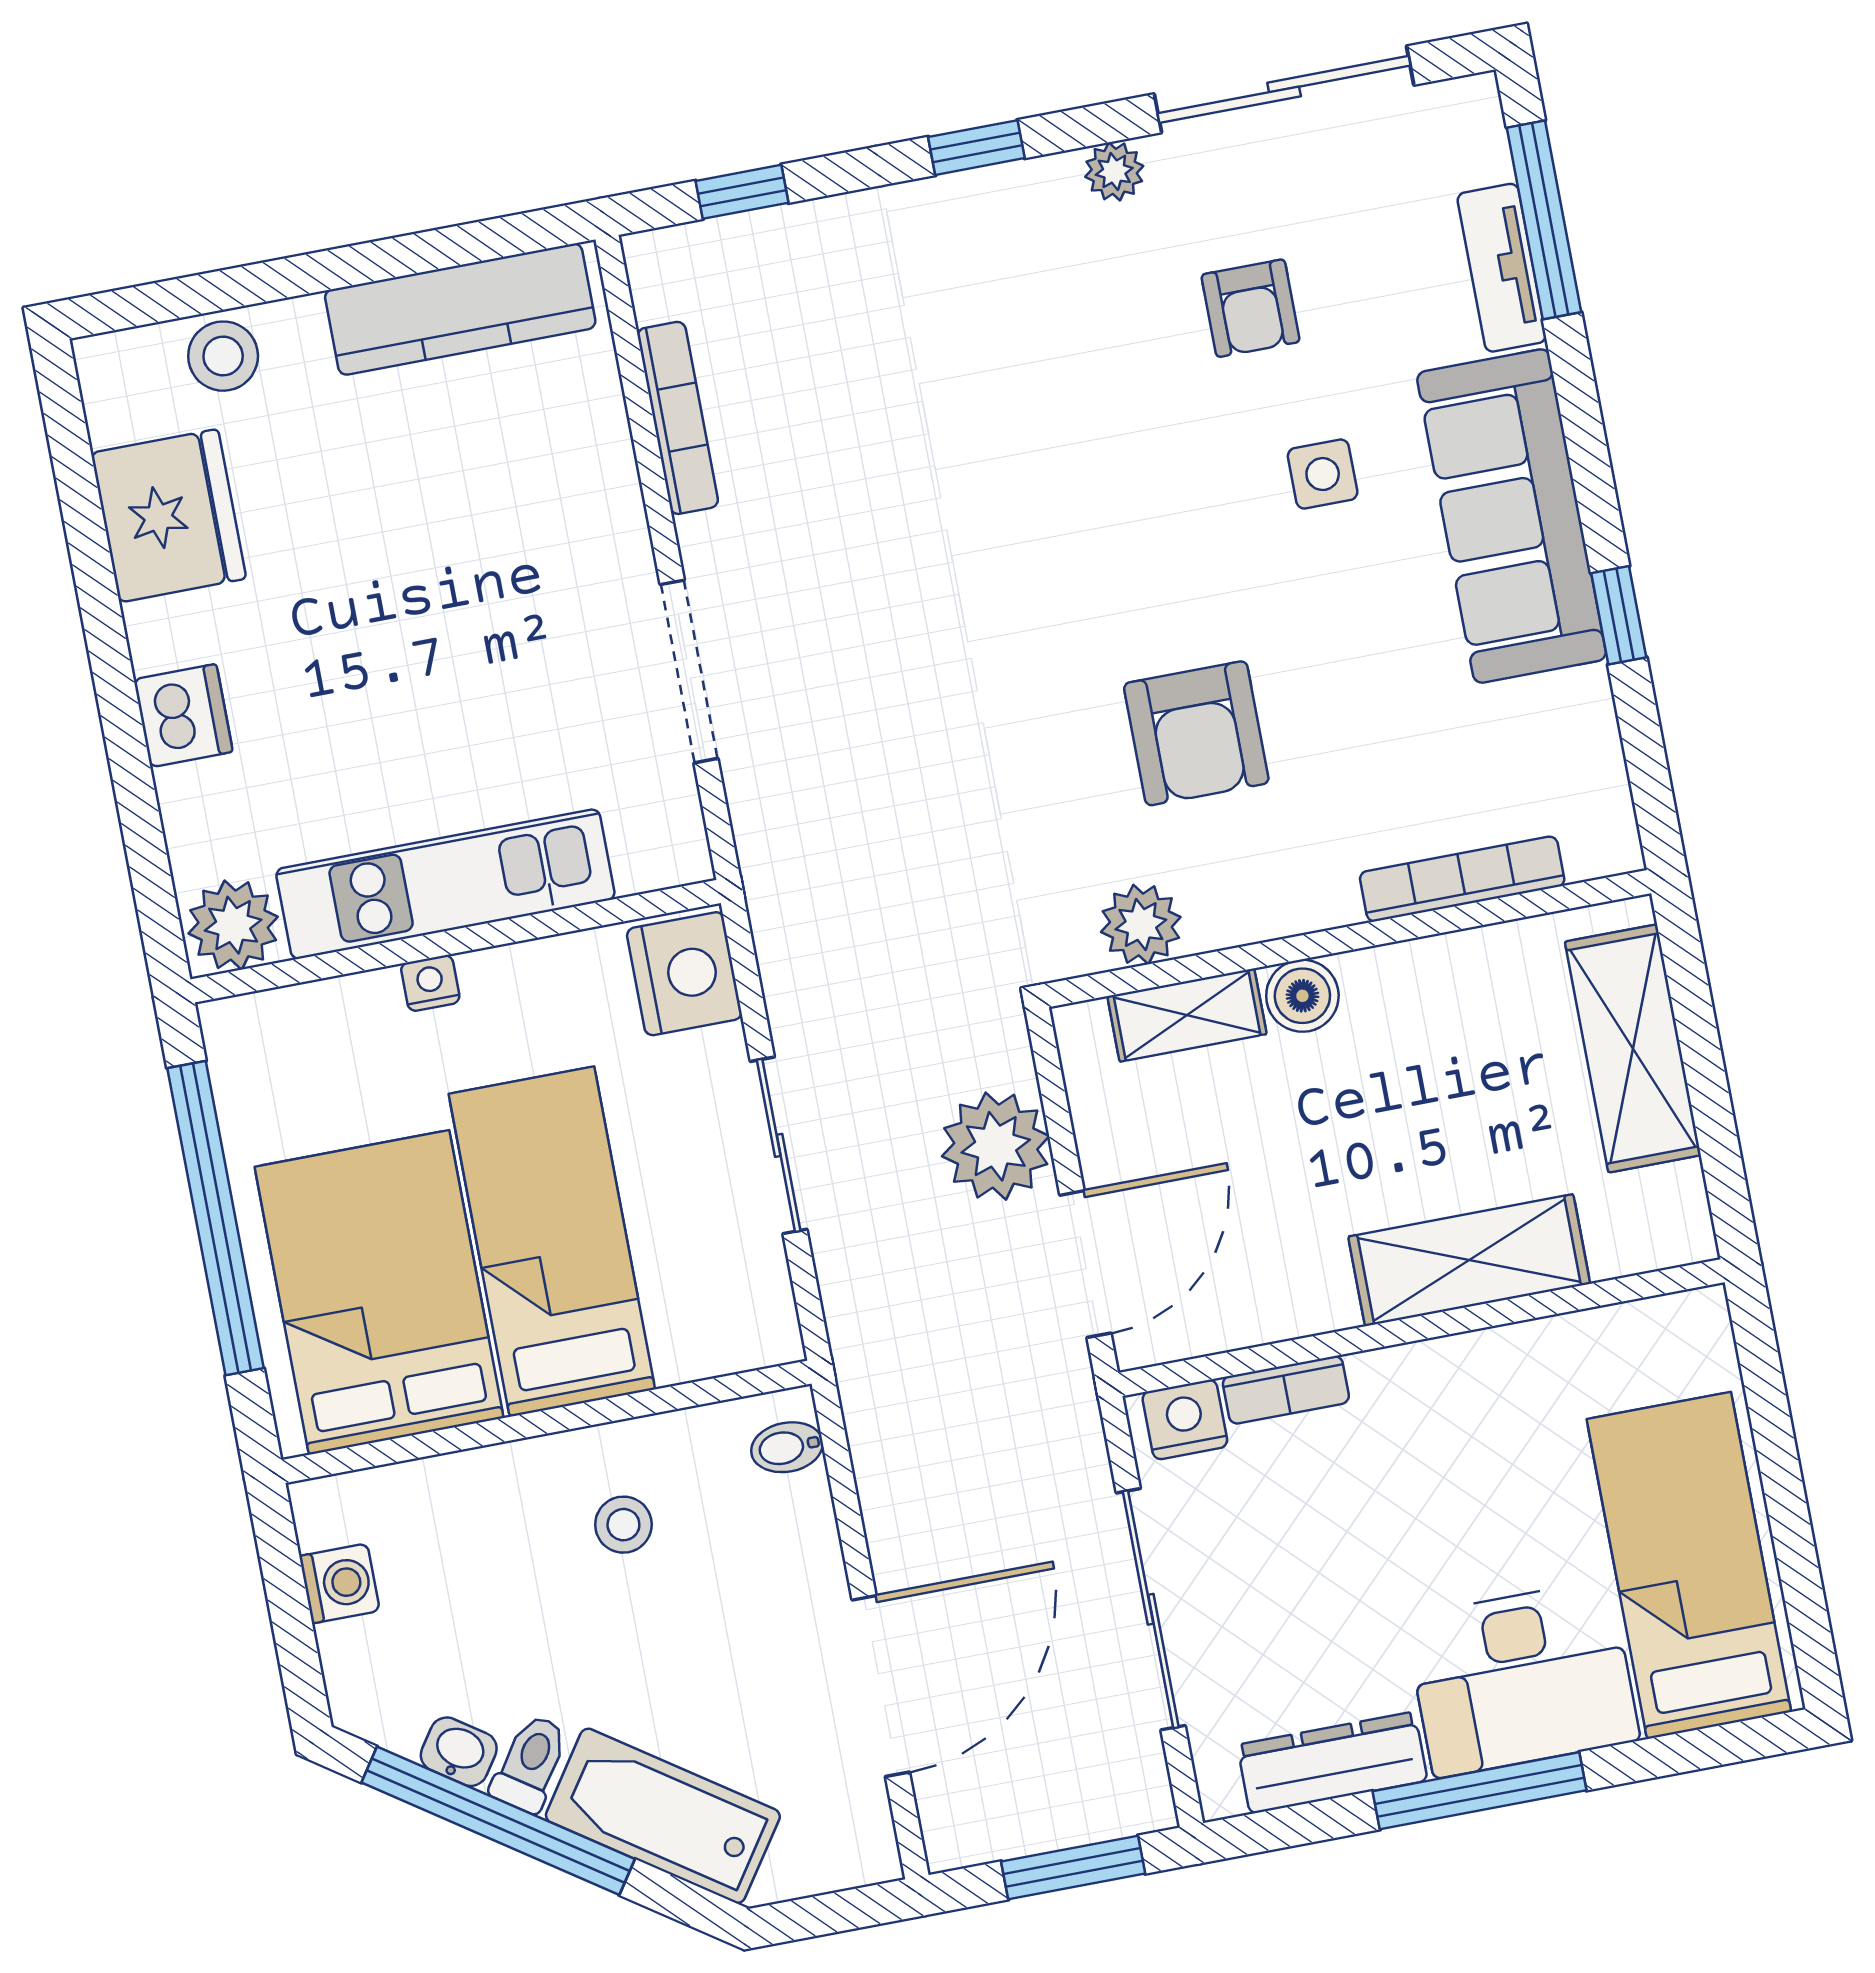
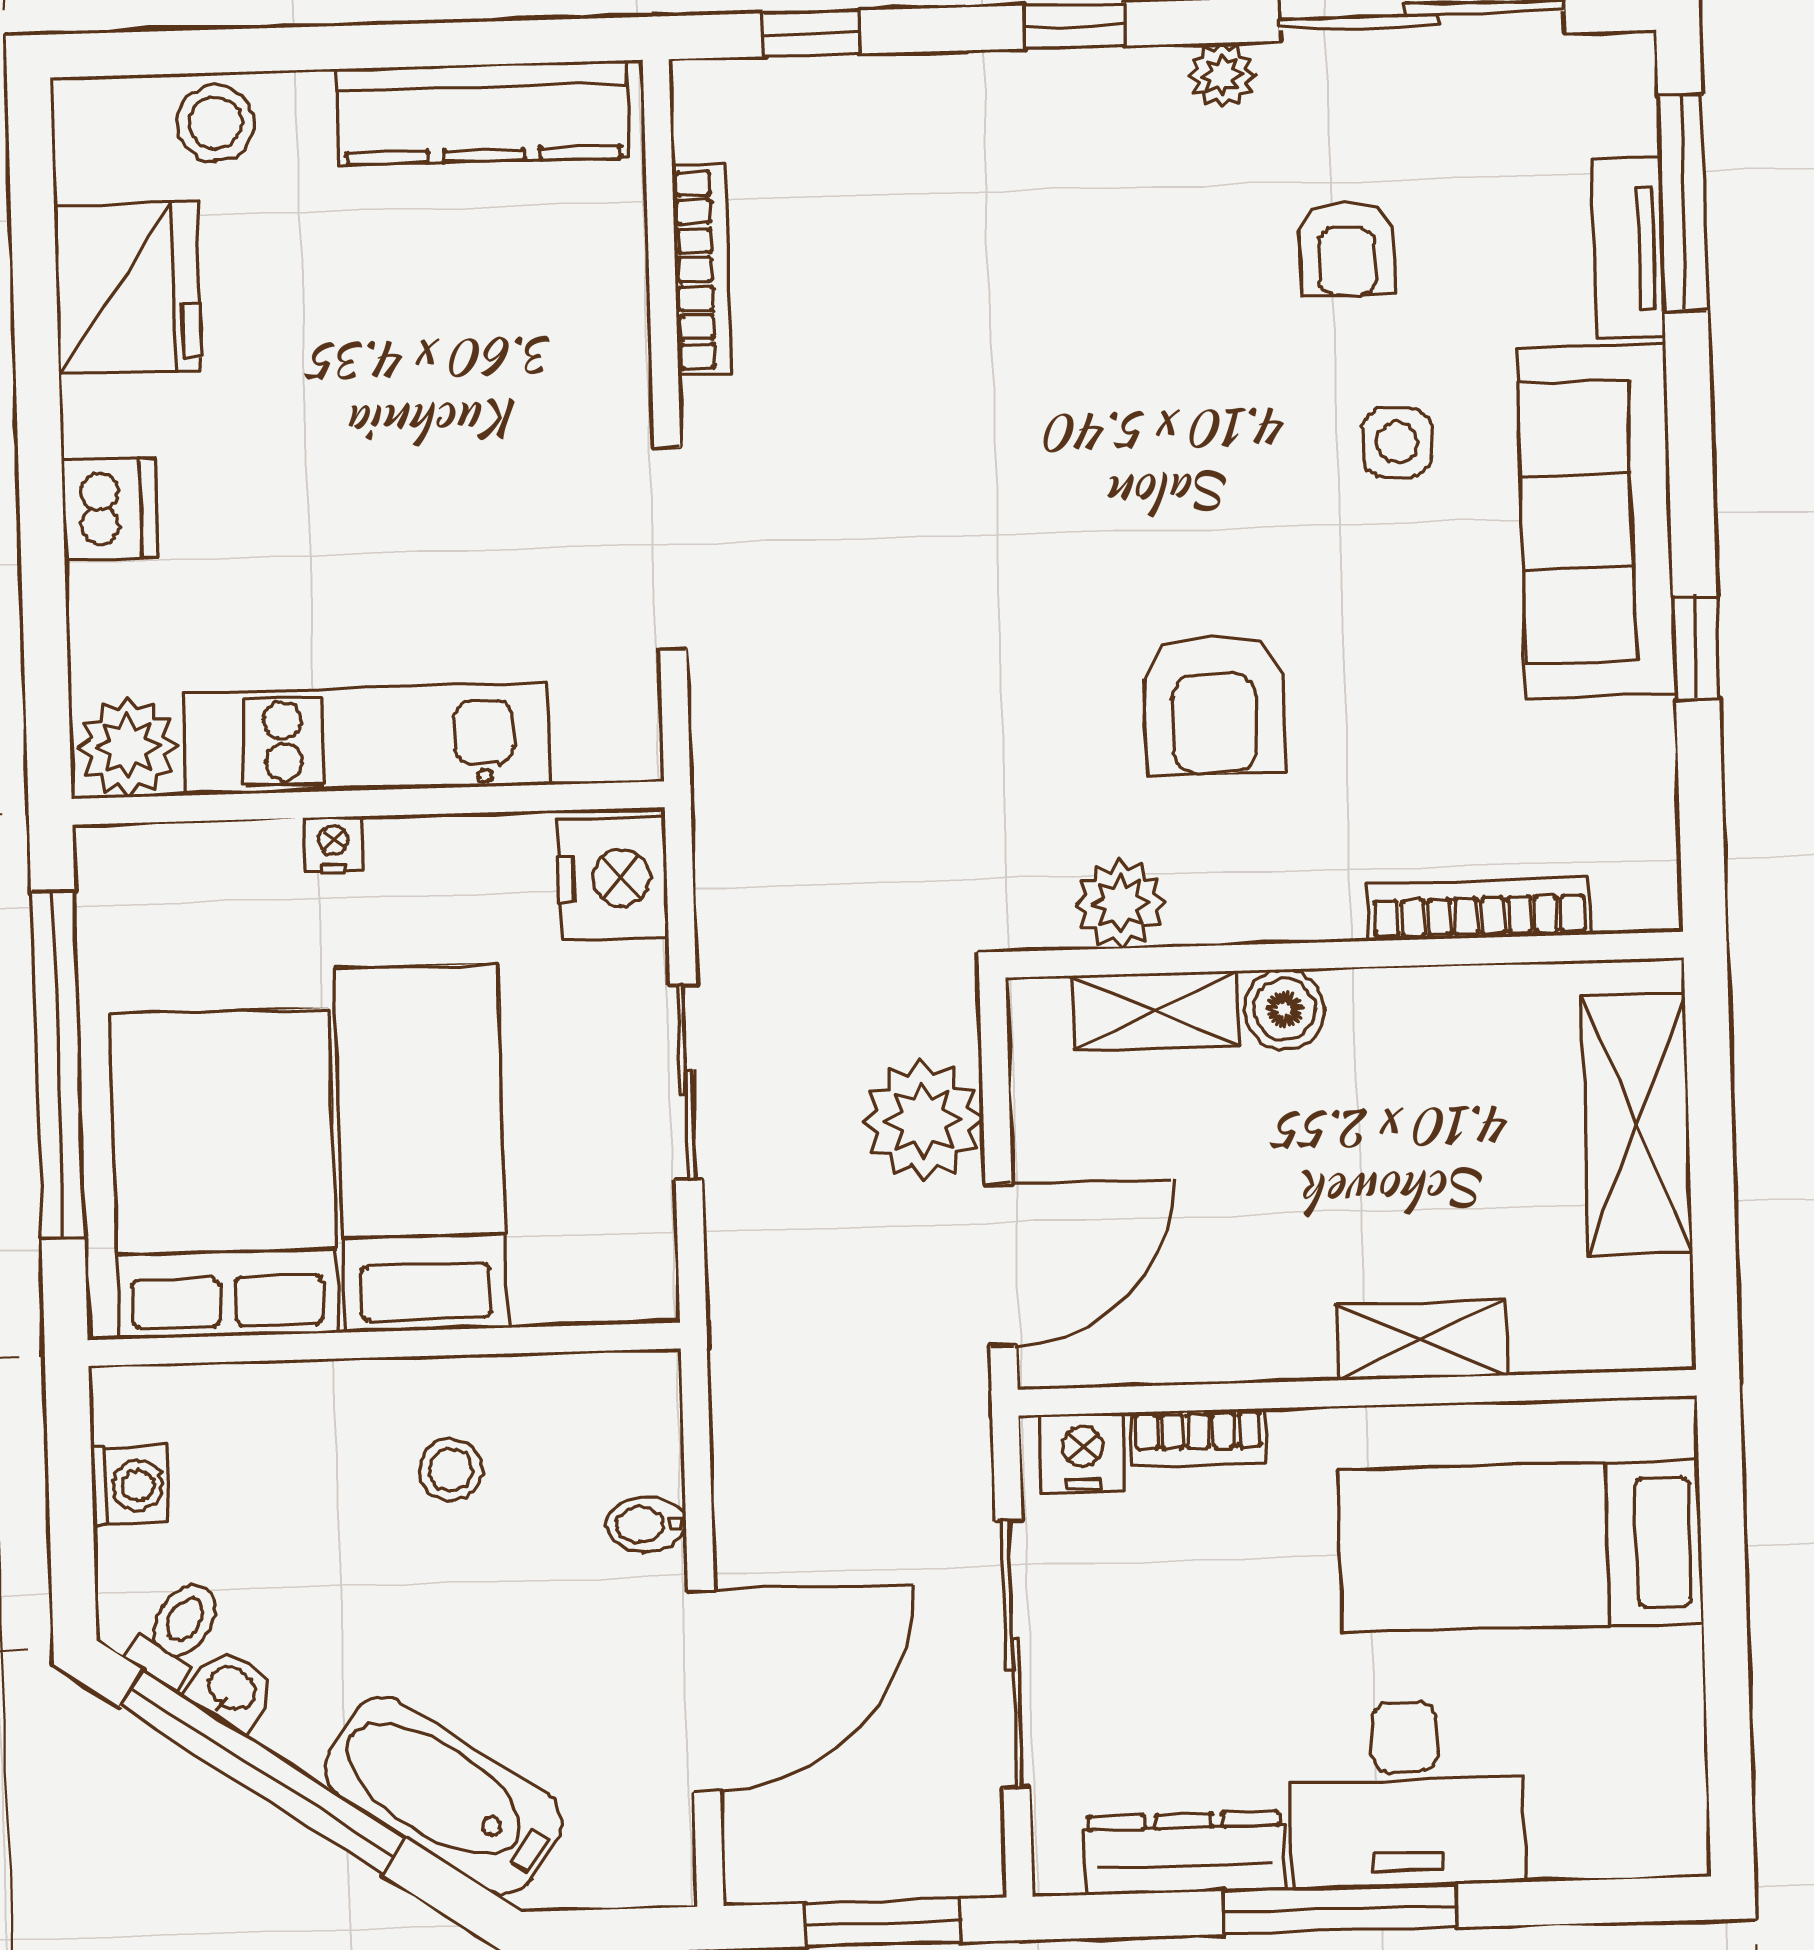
shelving: (1469, 1260) -> (1421, 1340), width x0.67, depth x0.75
bidet: (787, 1447) -> (646, 1524), moved
bed: (1689, 1565) -> (1521, 1546), moved, turned -90
toilet: (530, 1763) -> (177, 1632), moved

